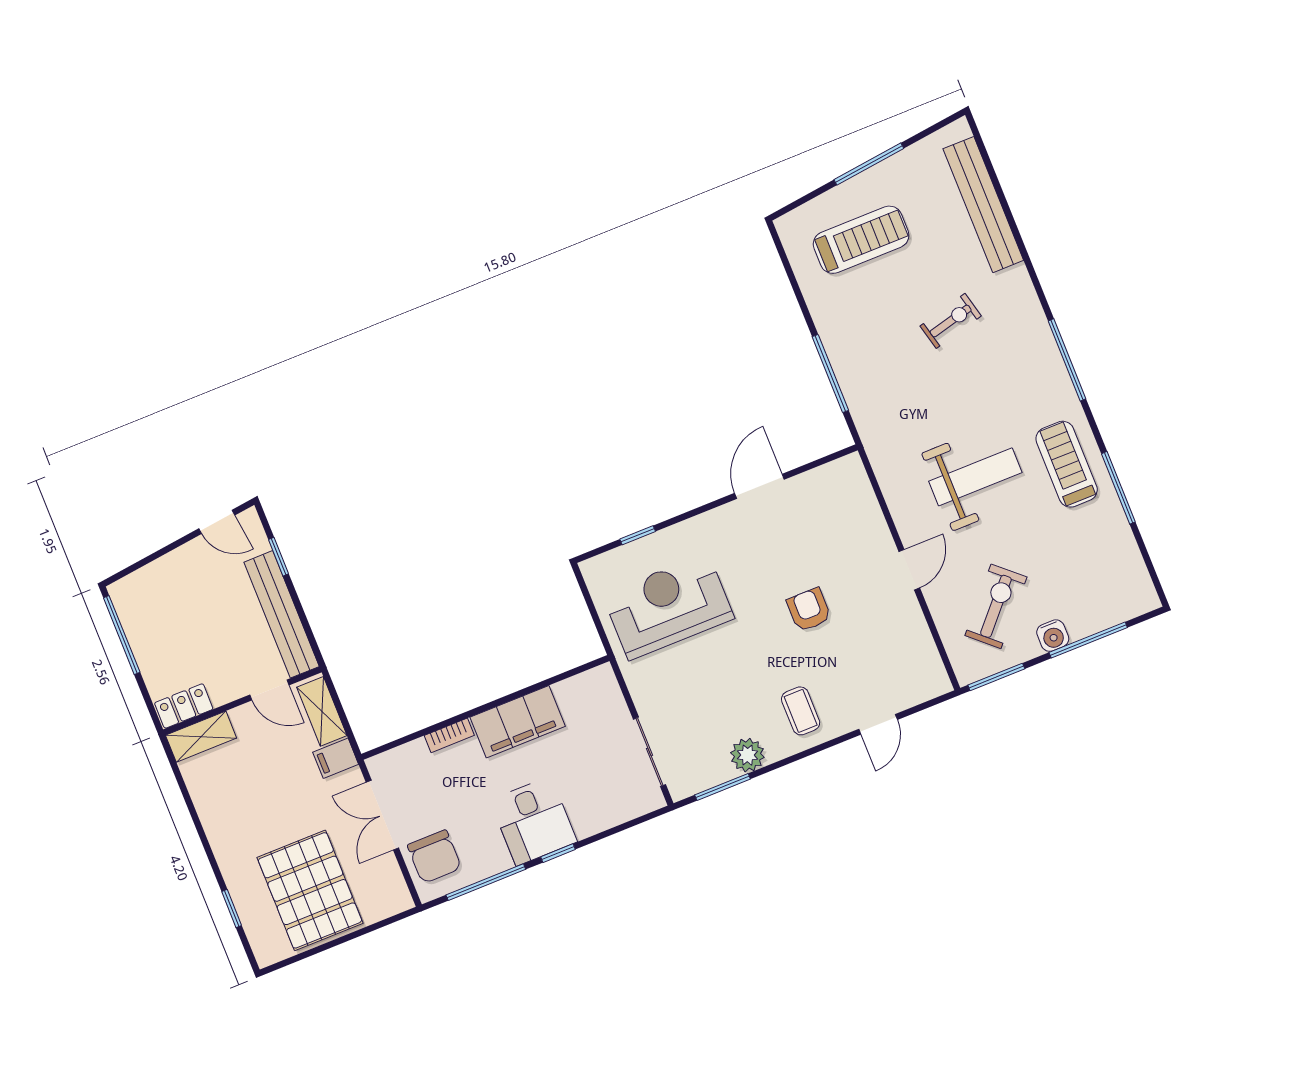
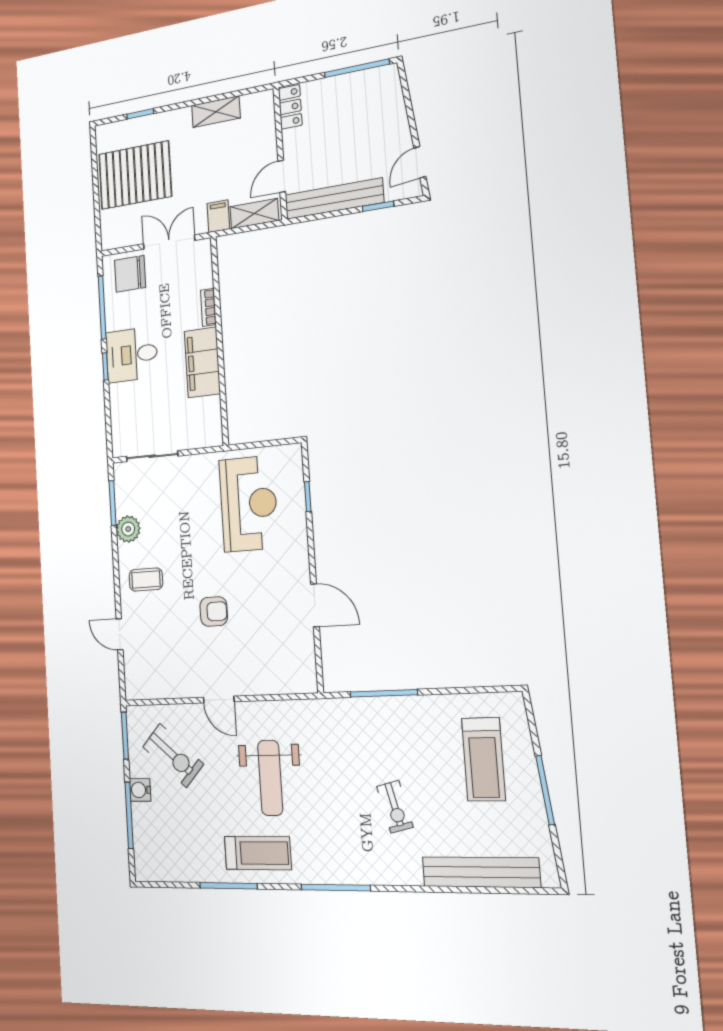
shelving: (201, 737) -> (216, 112), moved, turned 90

